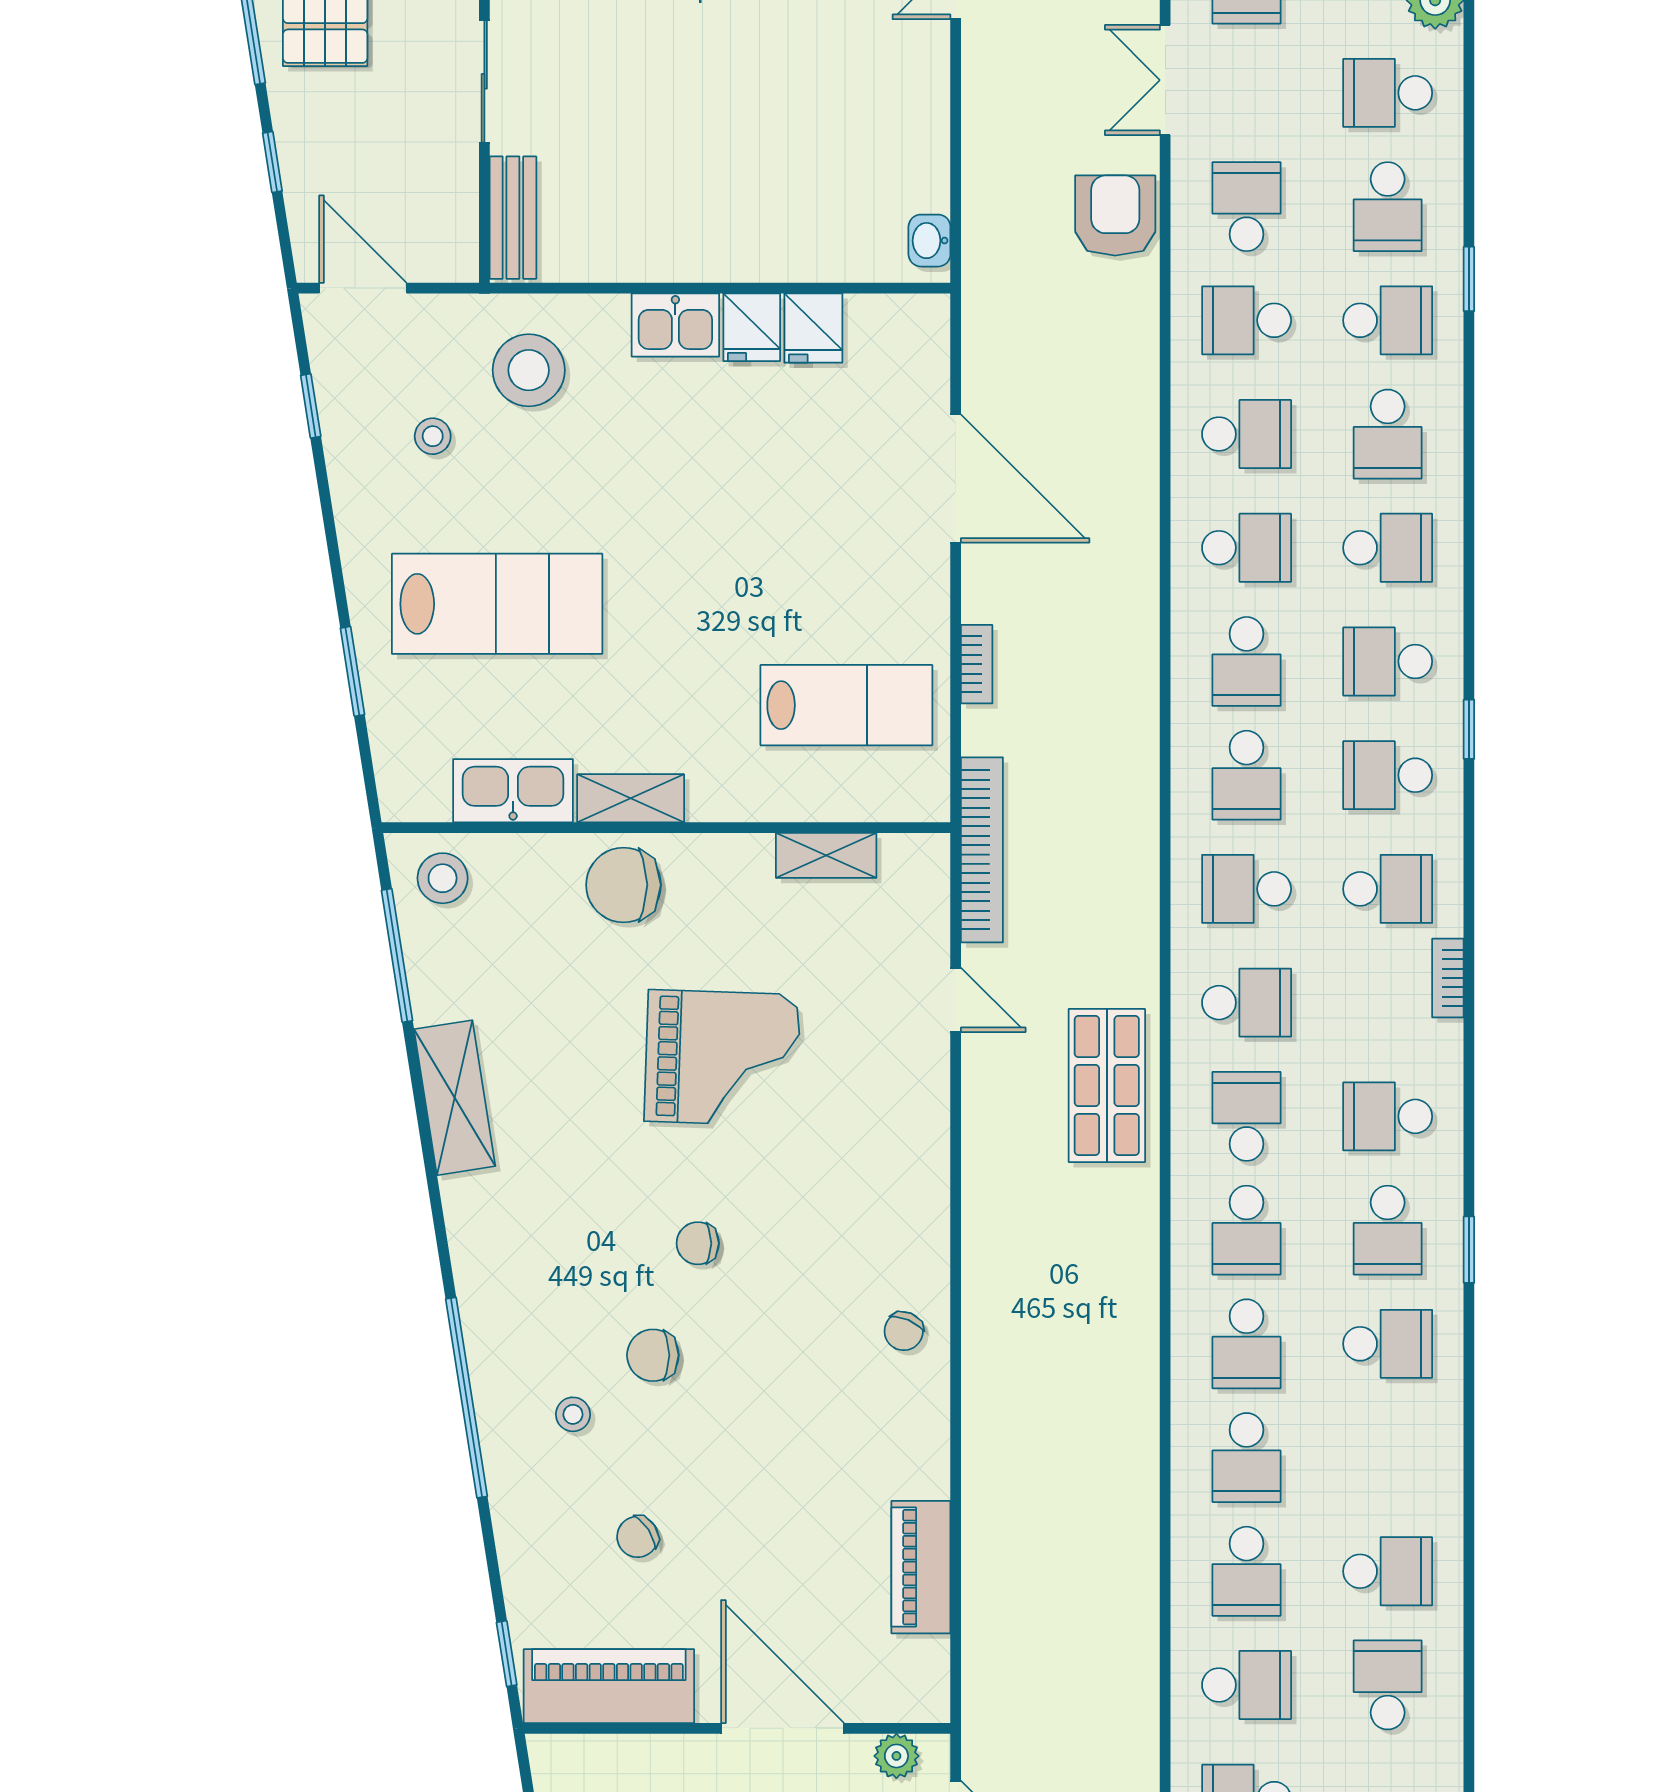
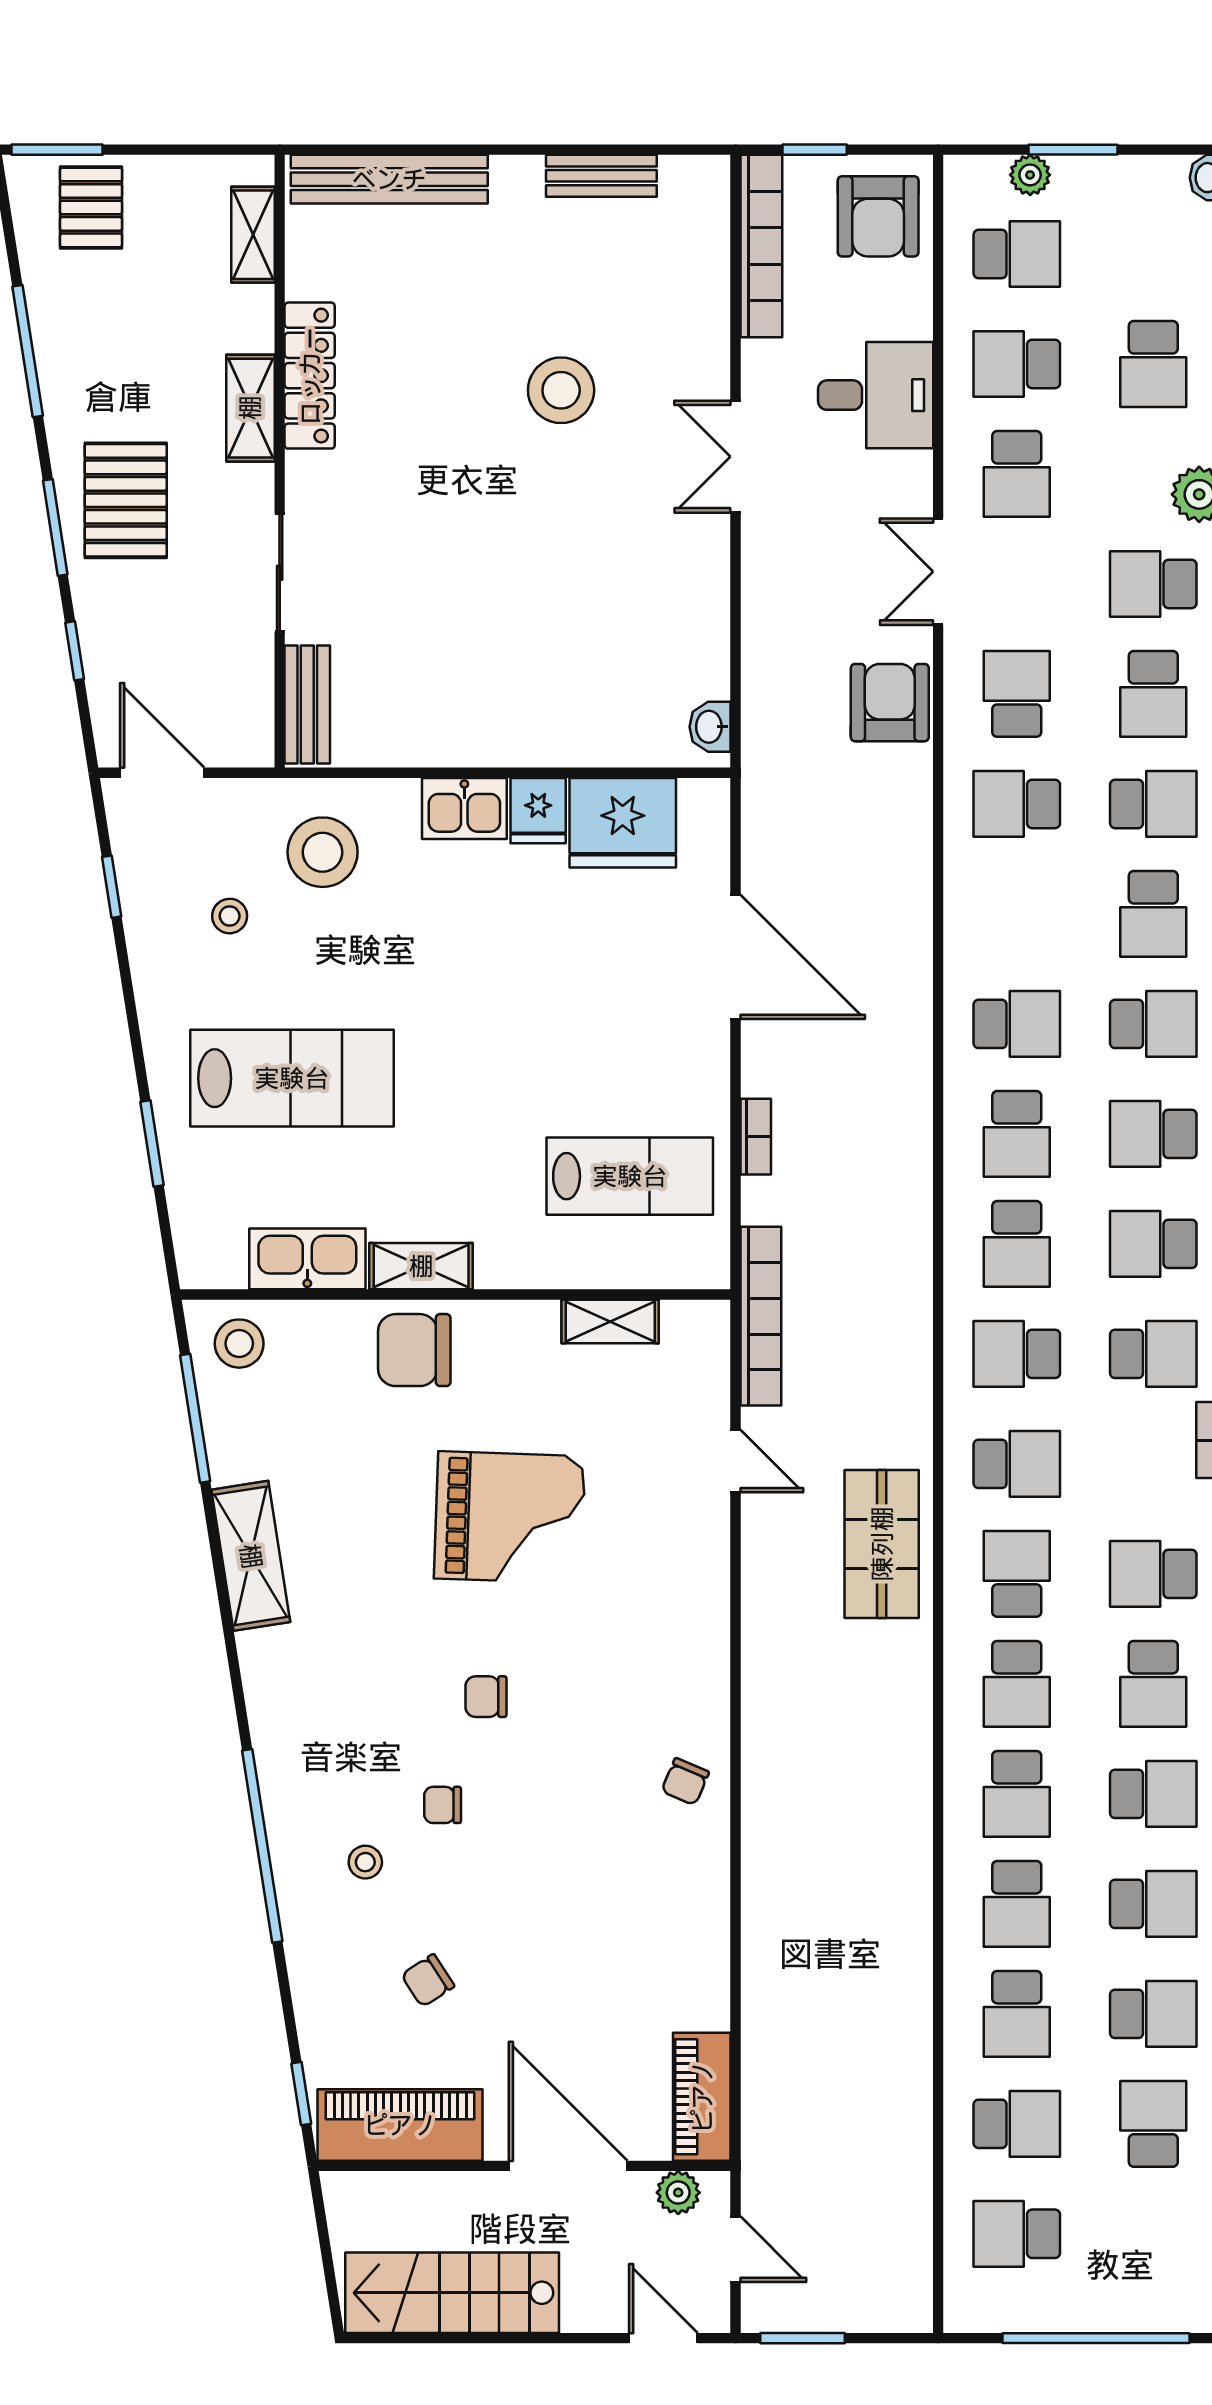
fridge: (813, 328) -> (623, 823), width x1.88, depth x1.34
school desk: (1247, 434) -> (1153, 1904), moved
chair: (653, 1355) -> (443, 1805), width x0.73, depth x0.73
piano: (921, 1567) -> (702, 2097), moved

